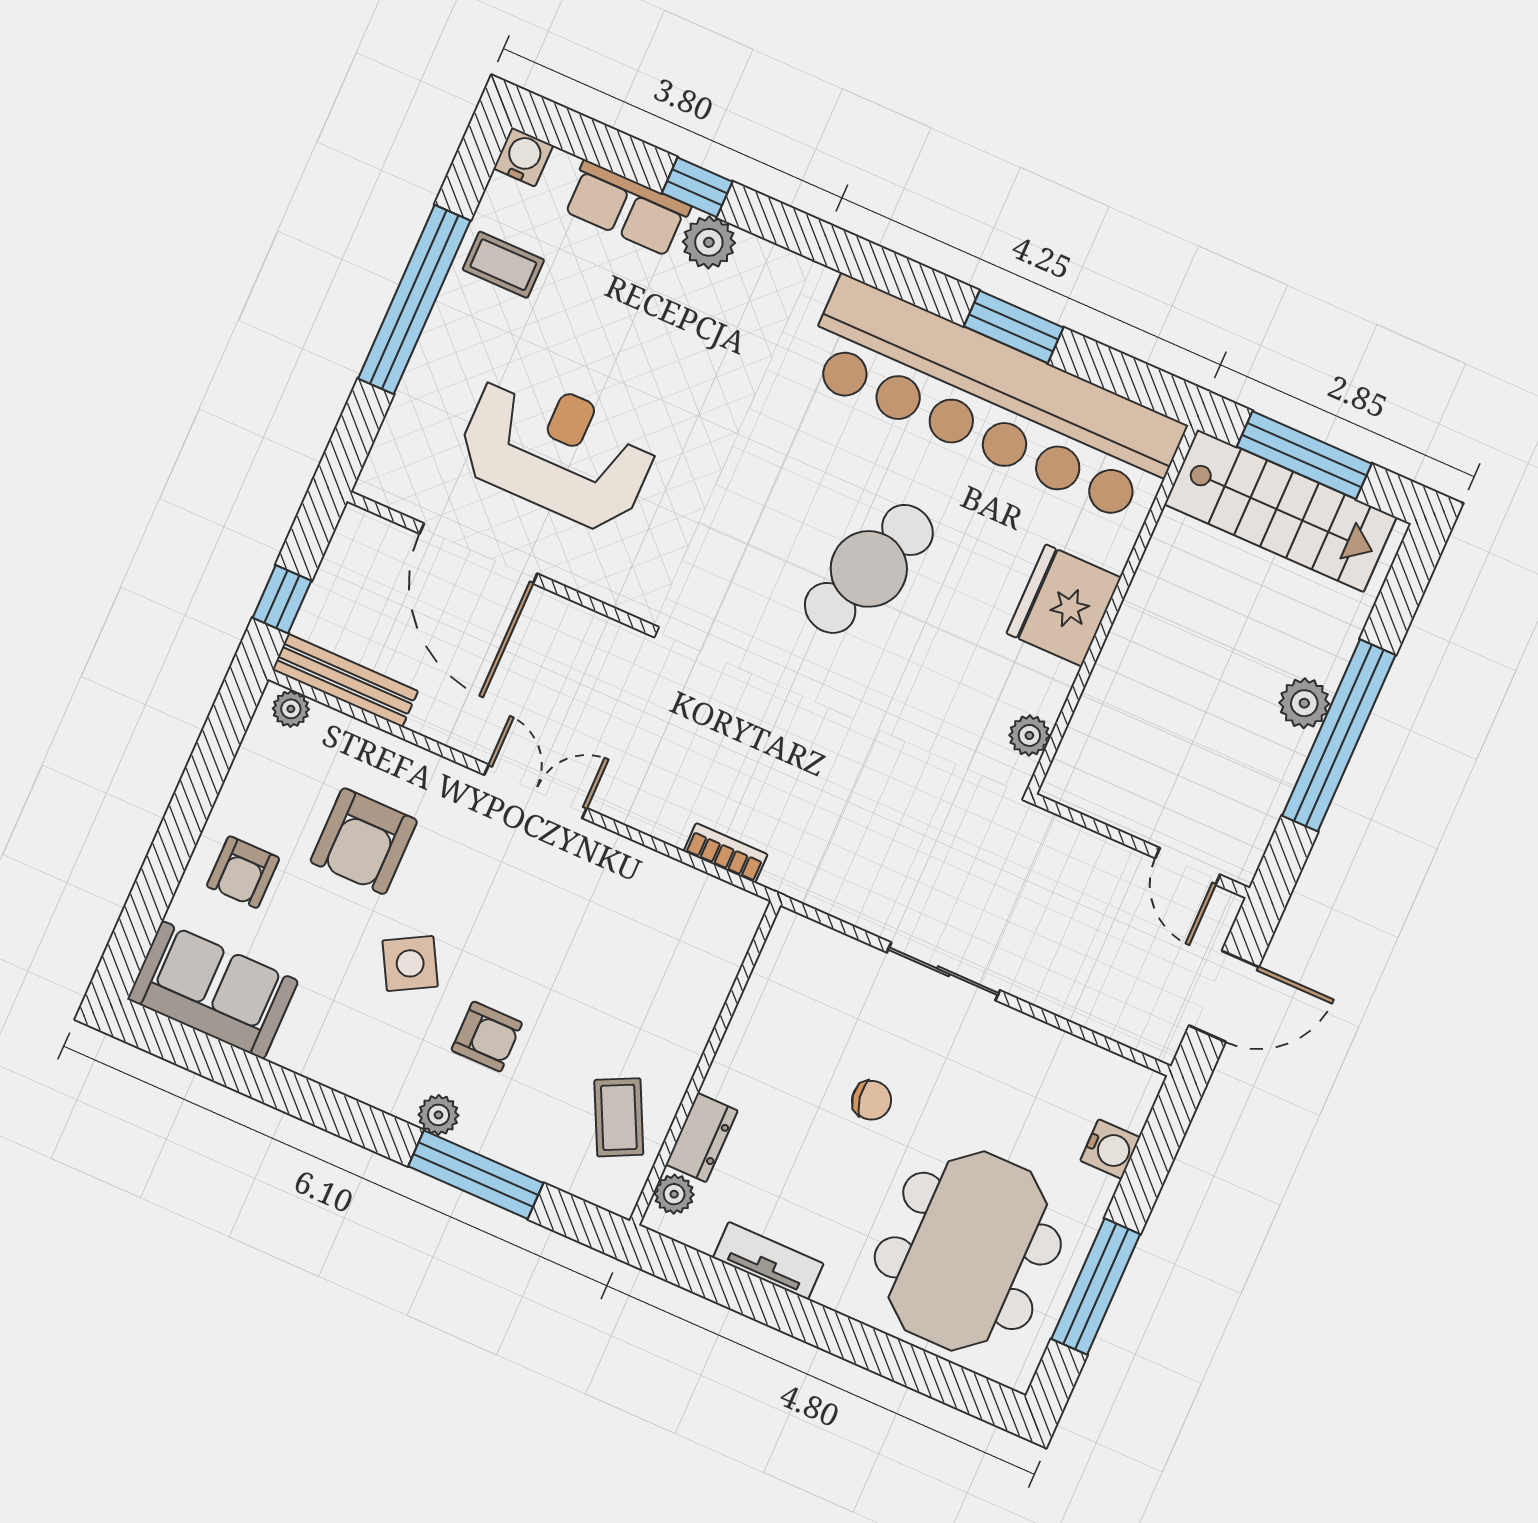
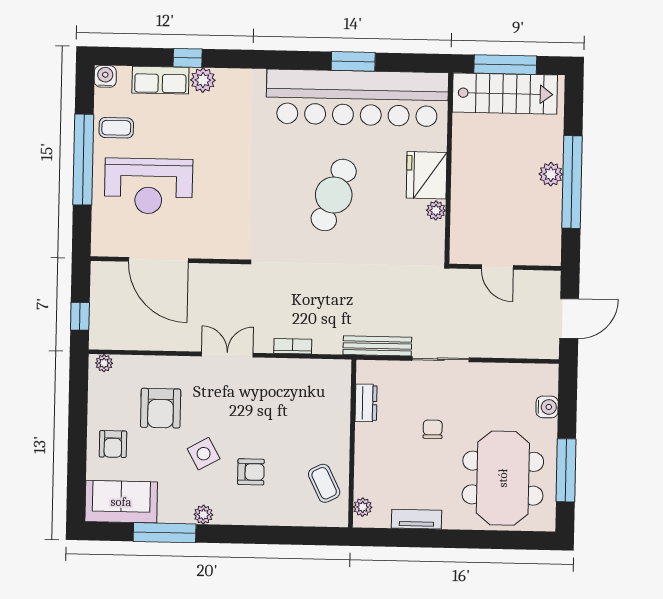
reception desk: (557, 451) -> (148, 186), moved, turned 180
bench: (345, 680) -> (377, 346), moved
plant: (1029, 735) -> (436, 210), moved
bookcase: (726, 853) -> (293, 346), moved
door: (1188, 866) -> (497, 267), moved
chair: (872, 1100) -> (433, 429), turned -81
plant: (438, 1115) -> (203, 515), moved
dresser: (702, 1138) -> (366, 403), moved
window: (476, 1175) -> (165, 533), moved

